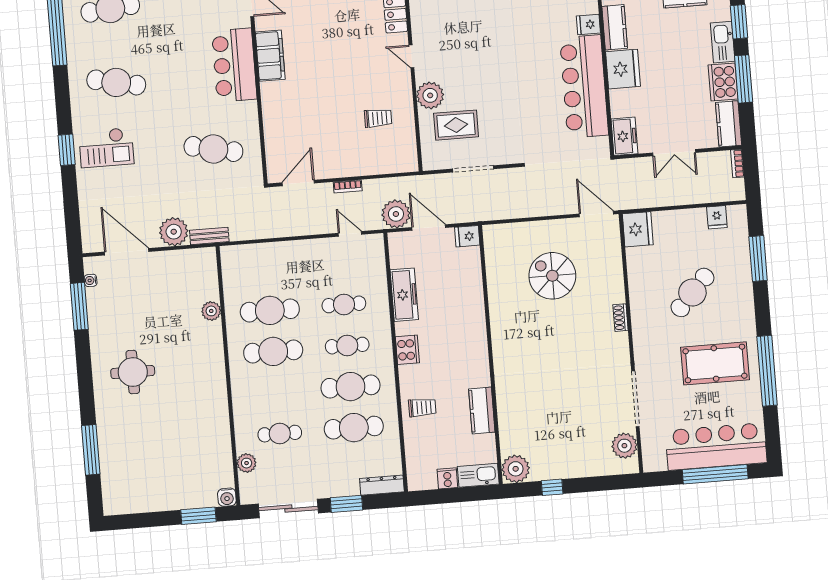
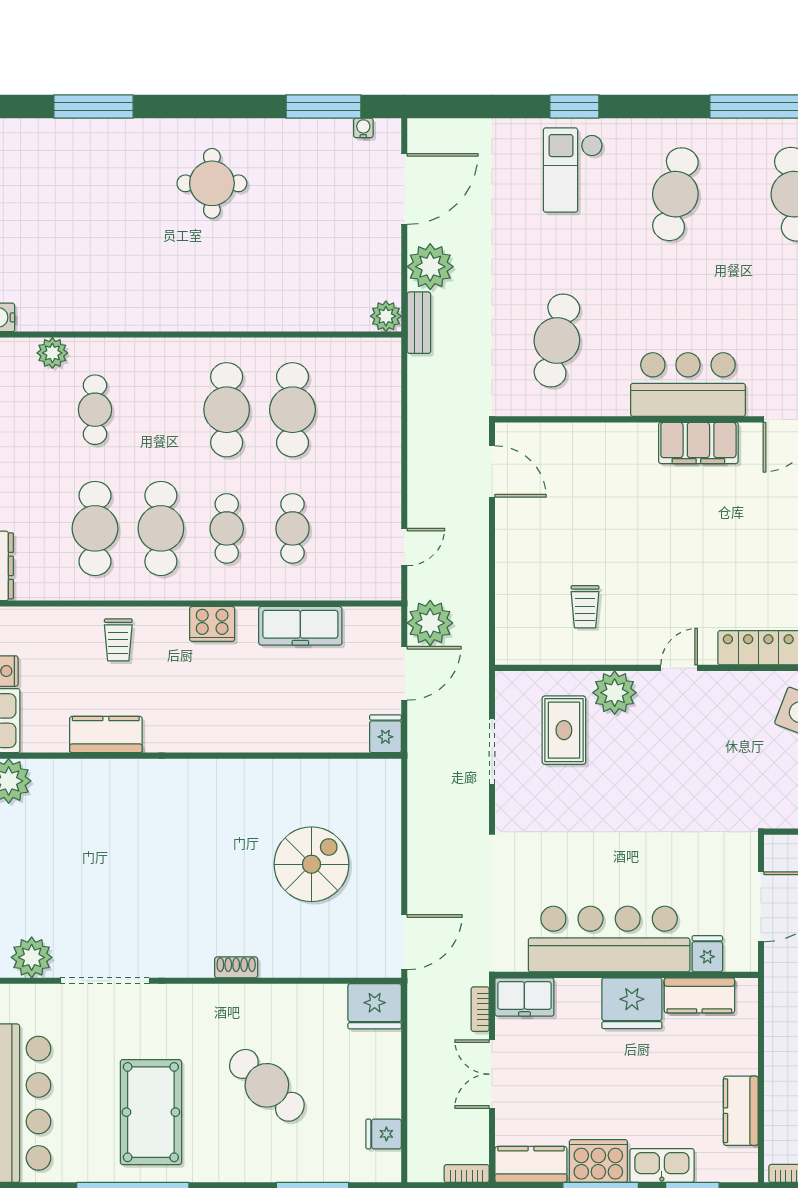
bookcase: (348, 186) -> (480, 1009), moved
plant: (211, 311) -> (386, 316), moved

